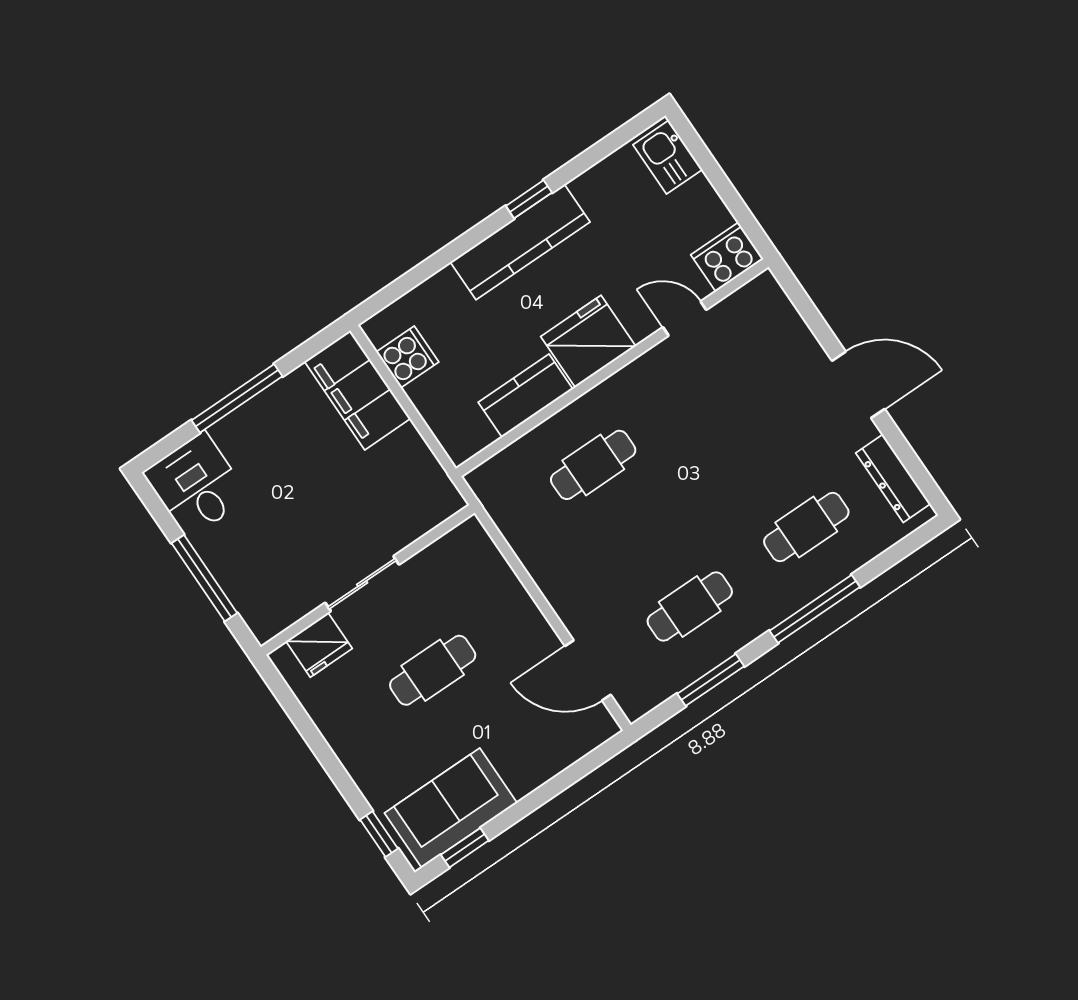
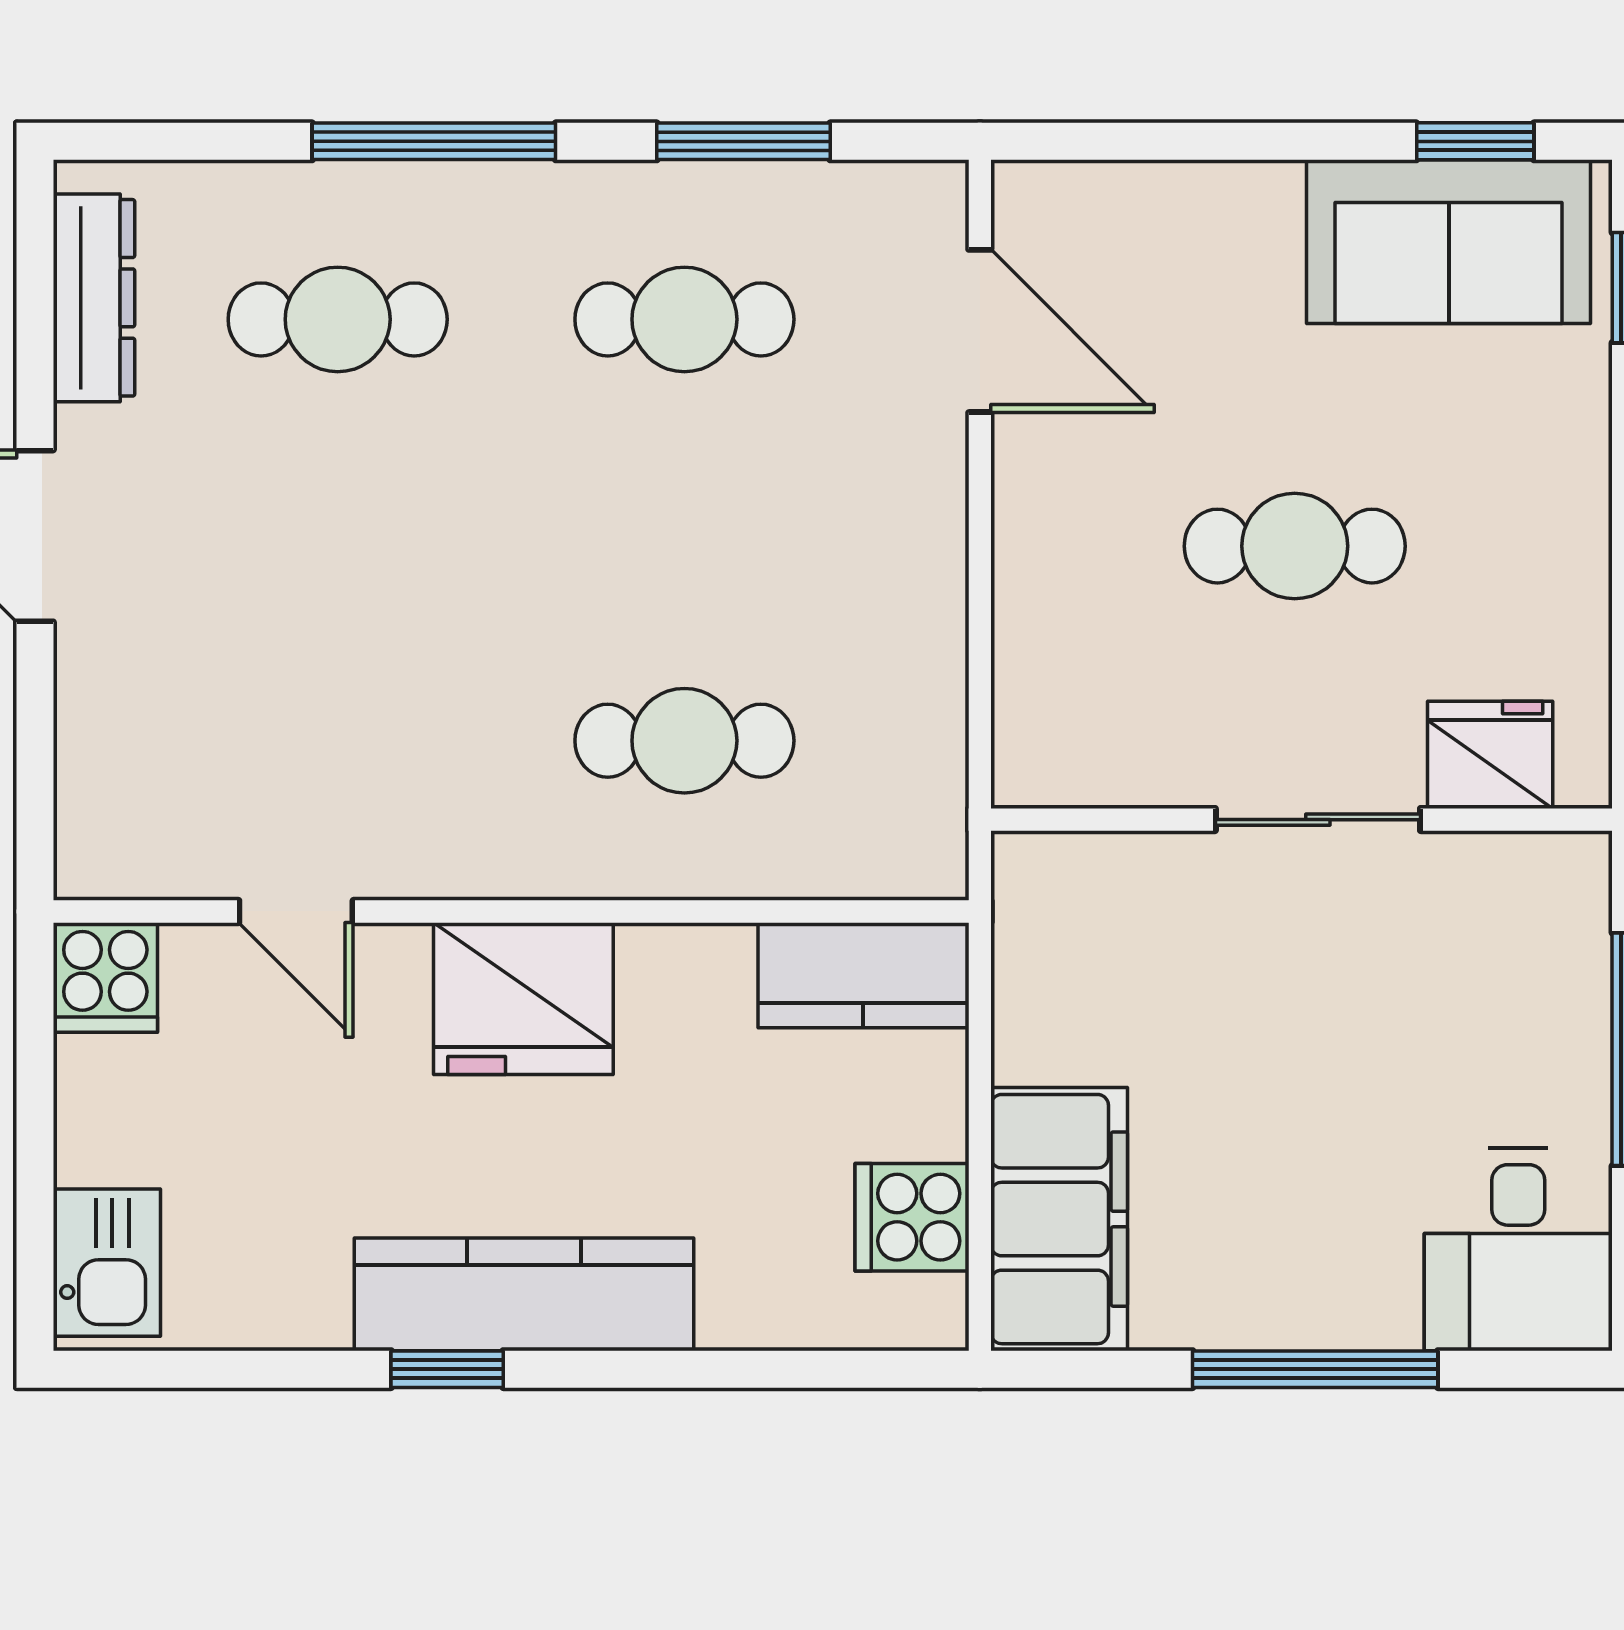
cooker: (727, 257) -> (105, 977), width x0.73
kitchen counter: (525, 396) -> (863, 975), moved

